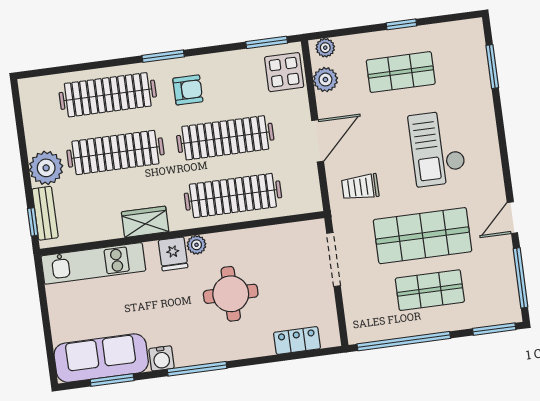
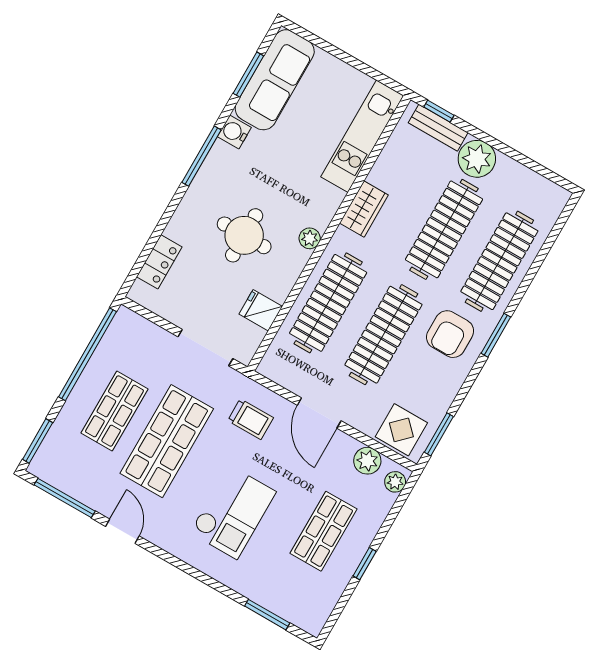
armchair: (188, 90) -> (450, 334), width x1.38, depth x1.38
checkout: (437, 148) -> (233, 512), turned 90
trolley: (360, 187) -> (251, 419), turned 90
fridge: (173, 254) -> (261, 310), moved

